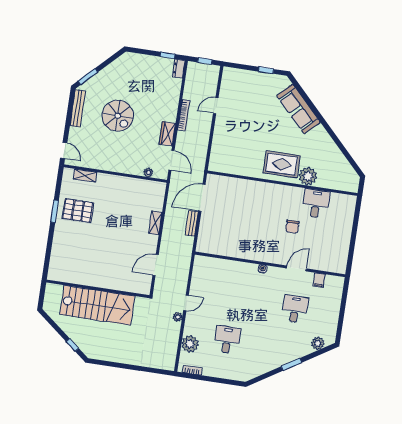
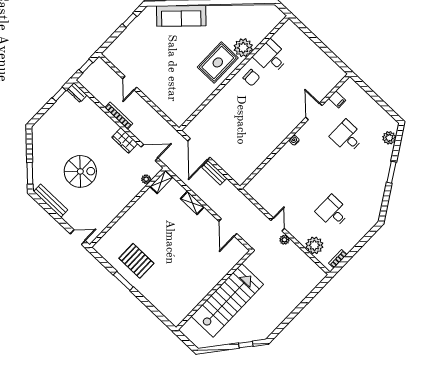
shelving: (85, 176) -> (161, 182), moved
pallet: (78, 211) -> (136, 261), turned 90
chair: (292, 227) -> (251, 78), moved

